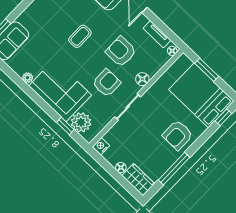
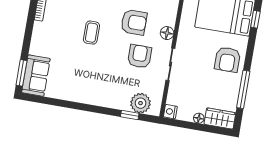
armchair: (121, 52) -> (134, 22), turned 180
plant: (28, 78) -> (71, 96), removed
corner sofa: (60, 90) -> (105, 88), removed

